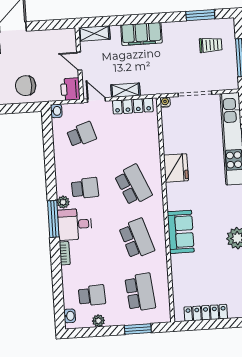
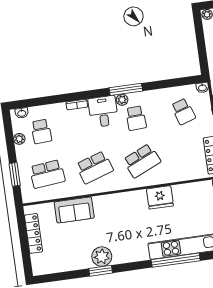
window: (53, 219) -> (126, 89), moved
sofa: (181, 232) -> (74, 210), moved

